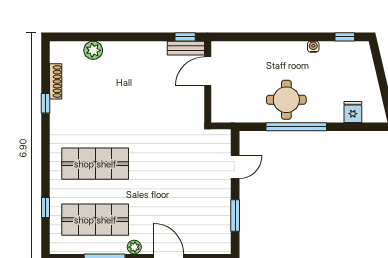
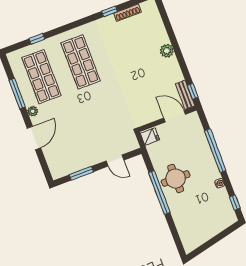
window: (270, 37) -> (215, 151), added
plant: (93, 50) -> (167, 51), moved
fridge: (353, 112) -> (150, 137), moved

